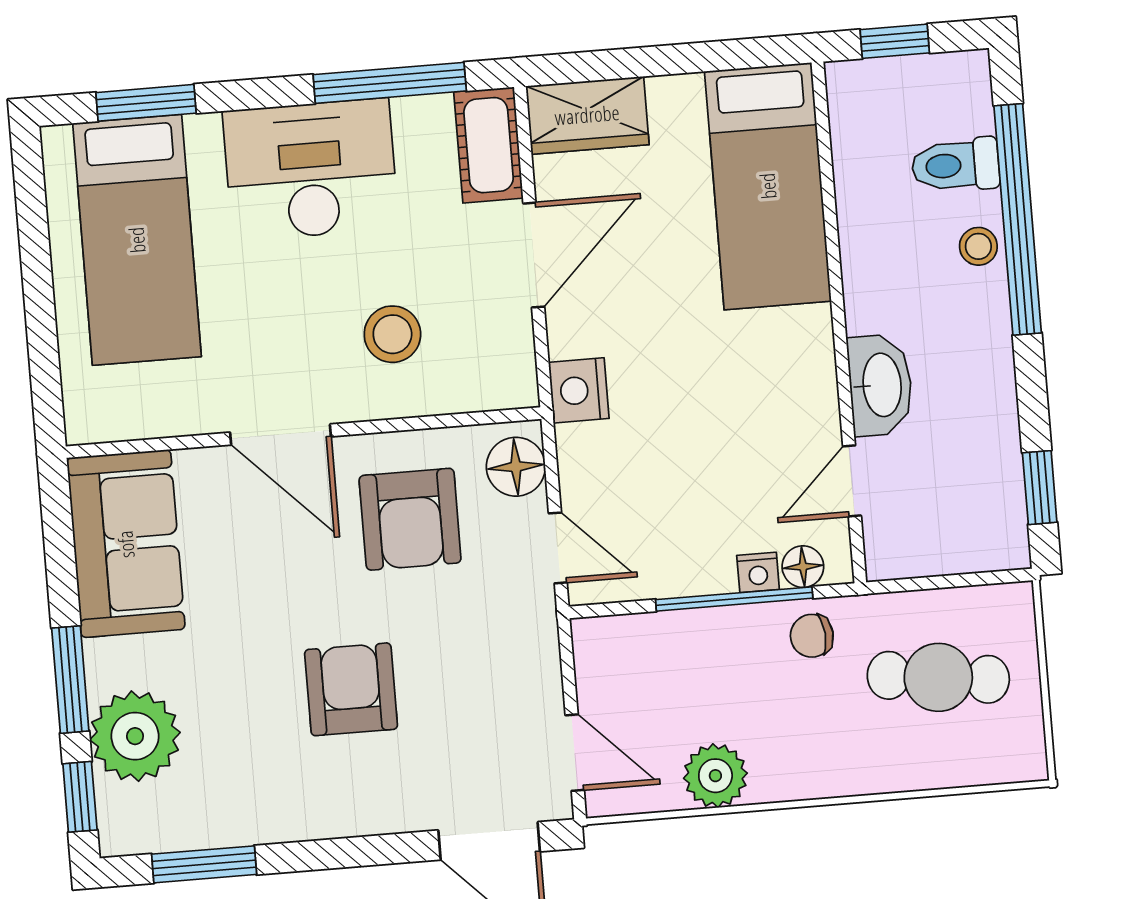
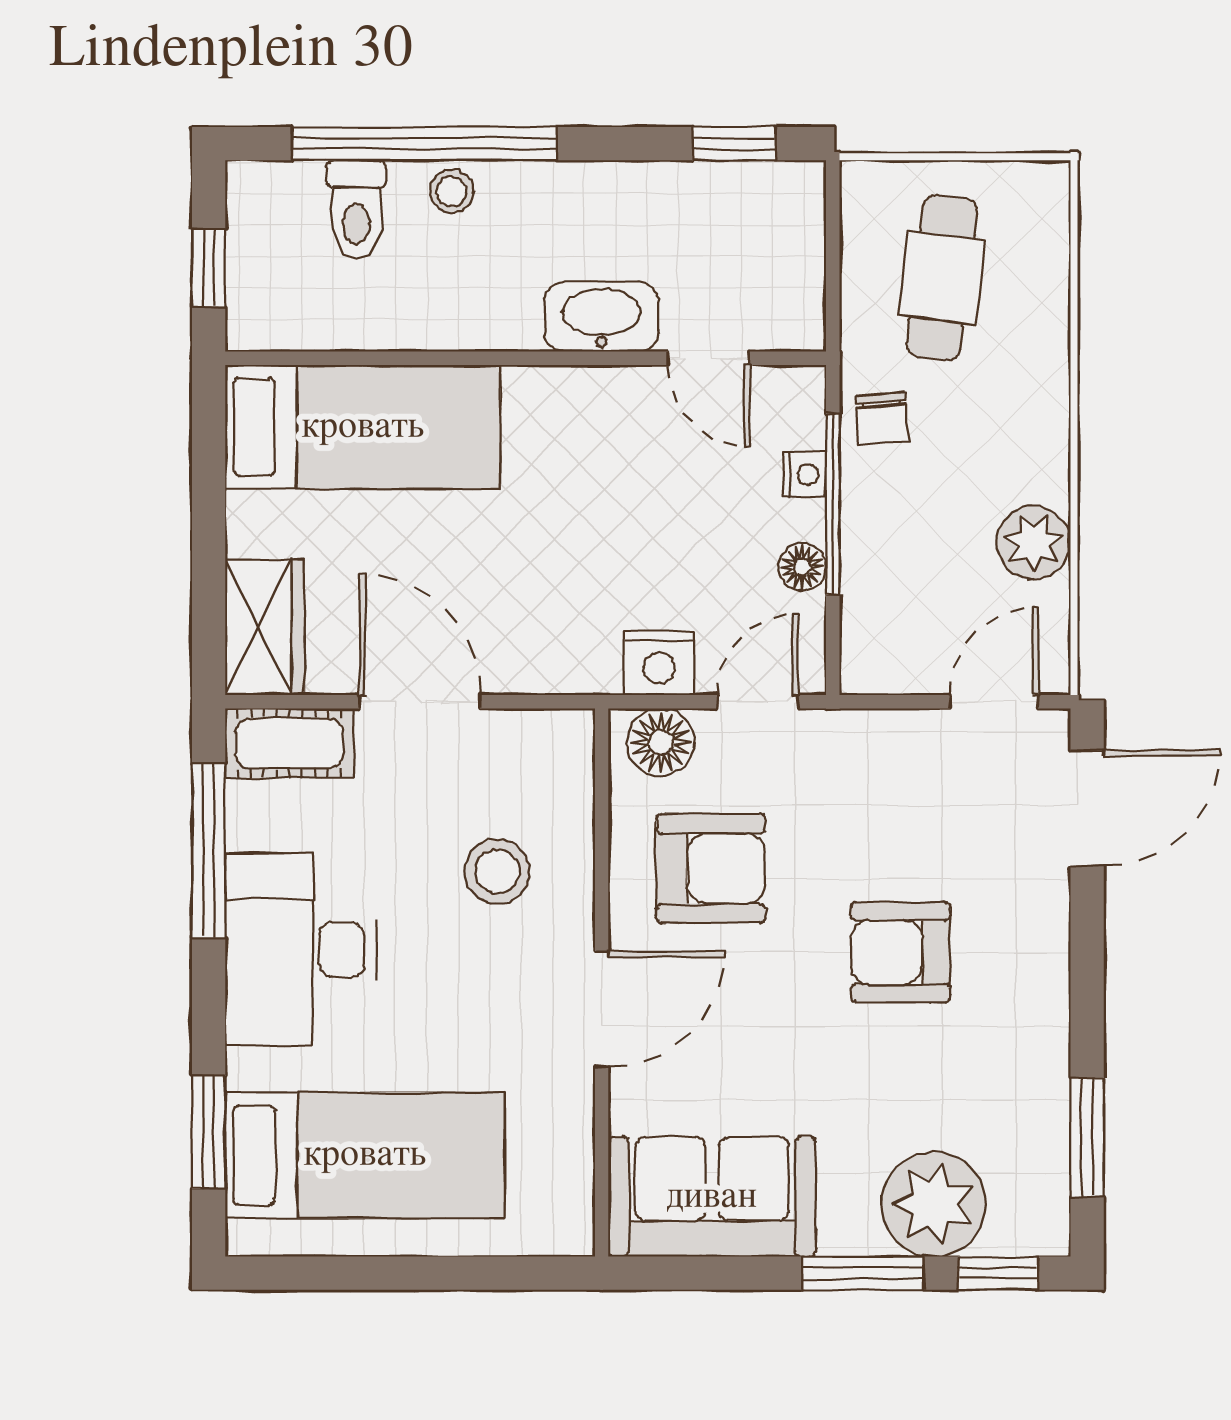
nightstand: (579, 390) -> (659, 663), moved
floor lamp: (803, 567) -> (802, 567), moved

